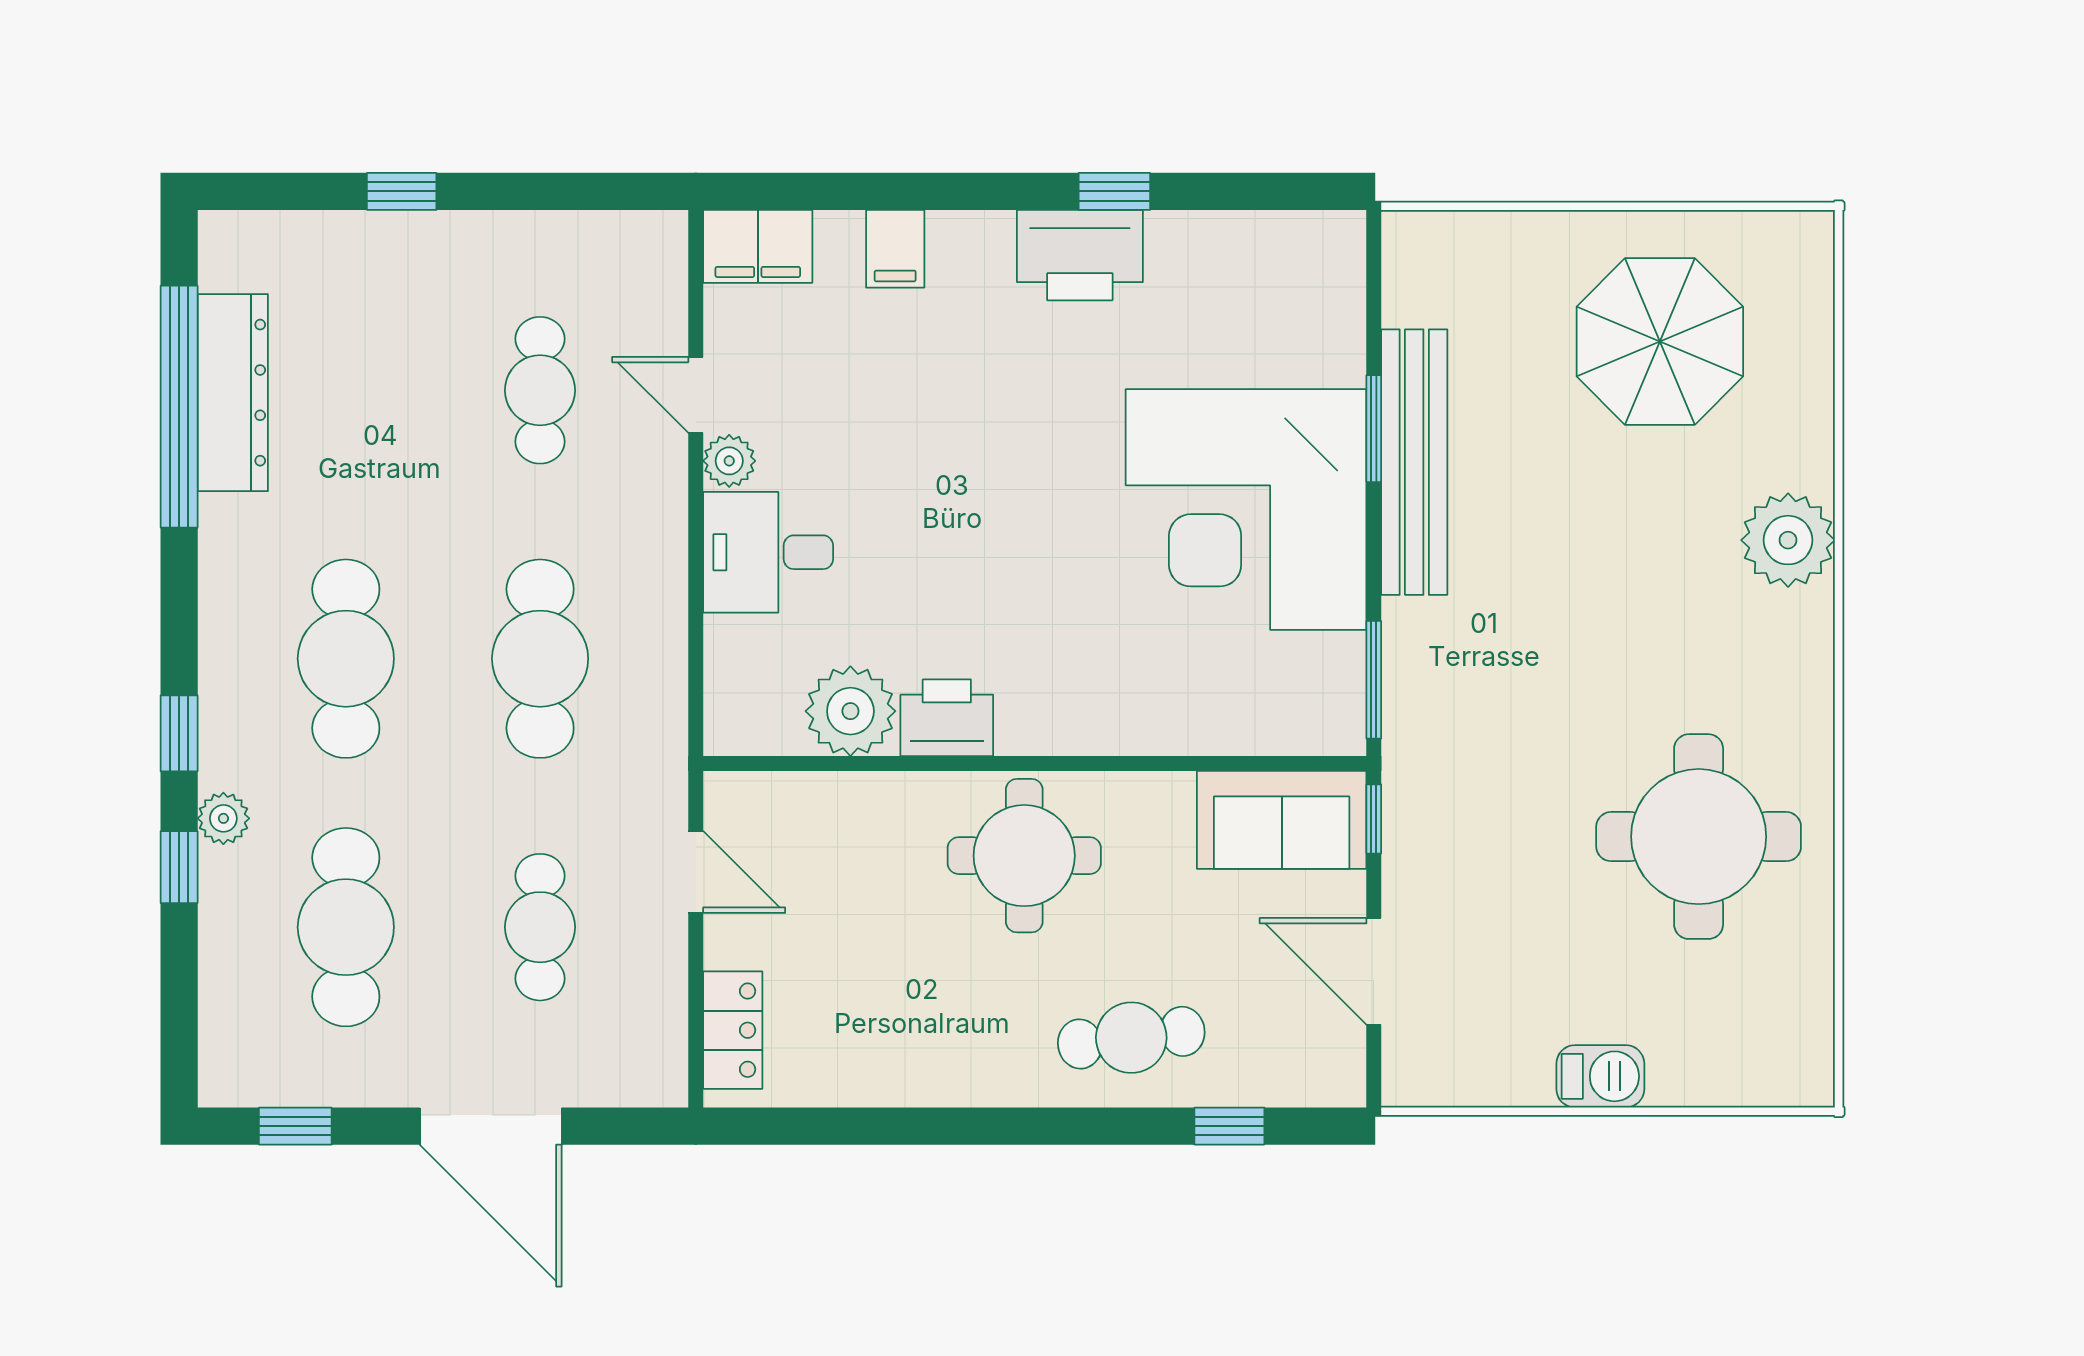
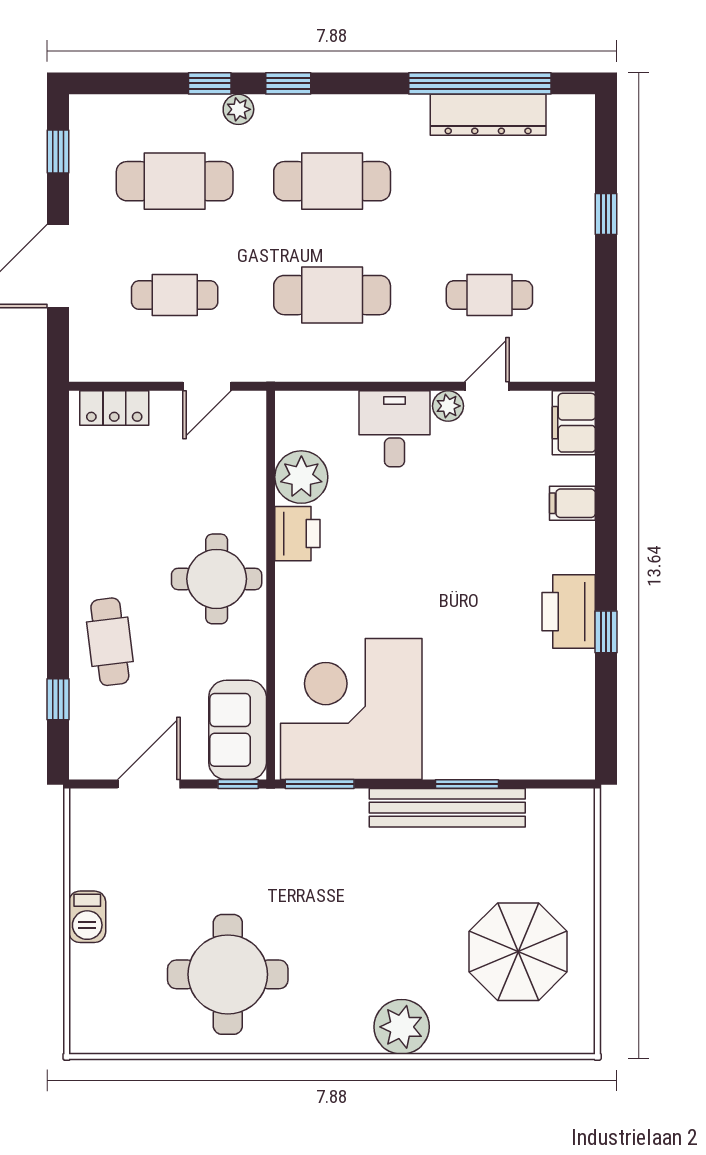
corner desk: (1246, 509) -> (351, 709), moved

